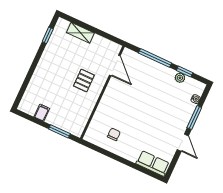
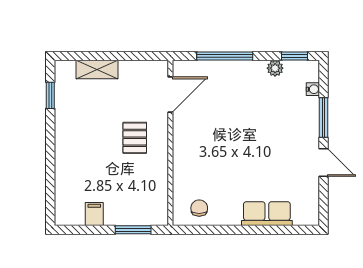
door: (115, 65) -> (170, 95), hinge flipped
window: (185, 72) -> (295, 56), moved
chair: (114, 134) -> (199, 208), moved
row of seats: (153, 163) -> (267, 214), moved

